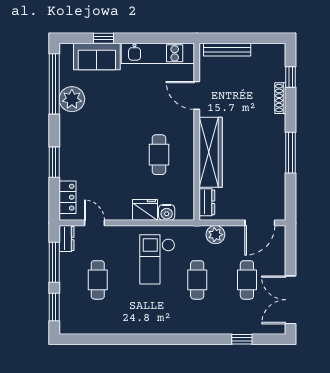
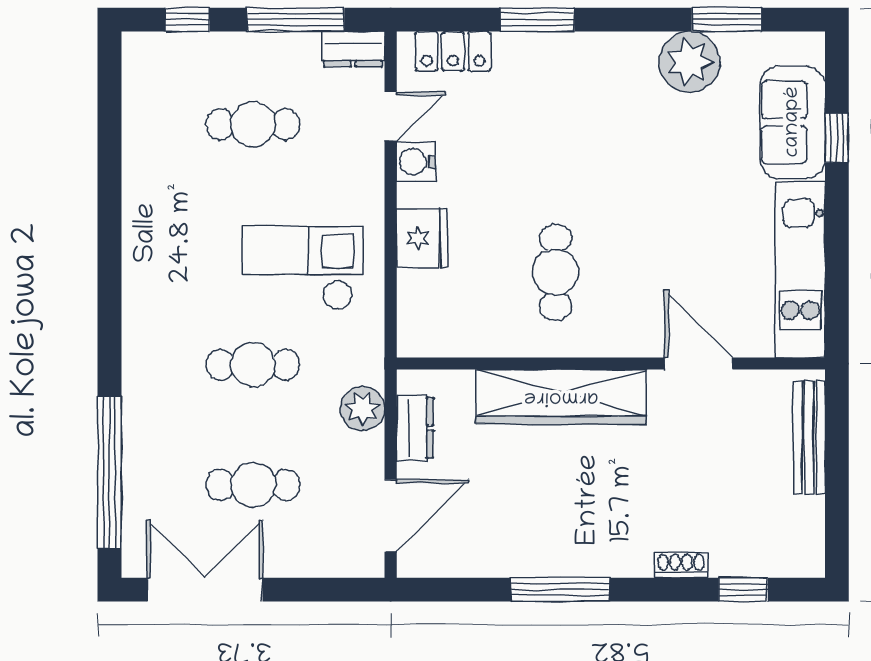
window: (54, 84) -> (726, 20), width x0.47
door: (197, 95) -> (699, 364), hinge flipped
shoe rack: (280, 98) -> (681, 565), width x0.70
cafe table: (159, 155) -> (556, 272), turned 90
dresser: (207, 202) -> (415, 428), moved, turned -90
water cooler: (167, 212) -> (416, 162), moved
door: (260, 223) -> (391, 516), swing flipped
window: (54, 307) -> (188, 20), width x0.67
window: (242, 339) -> (110, 473), width x3.17

